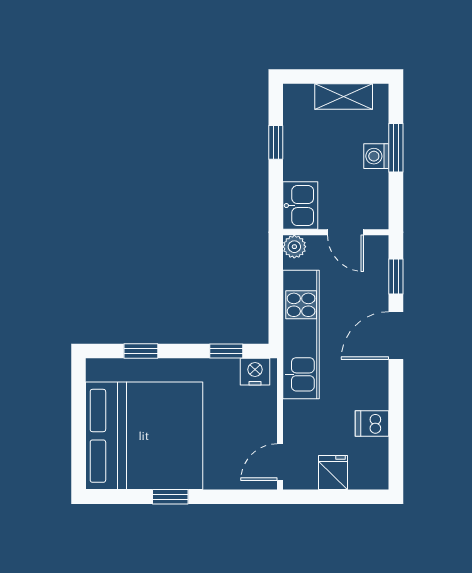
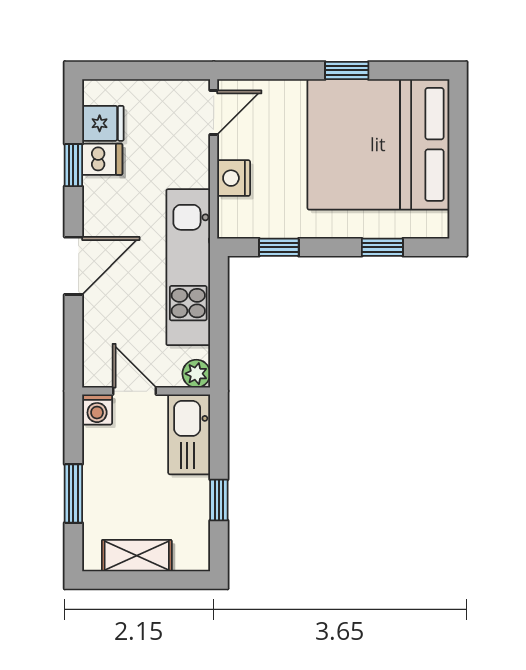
washing machine: (376, 156) -> (97, 410), moved, turned 90
kitchen sink: (300, 206) -> (189, 434), width x1.38
window: (396, 277) -> (73, 165), moved
nightstand: (255, 372) -> (234, 178), moved, turned 90
fridge: (333, 472) -> (103, 123), moved, turned -90

